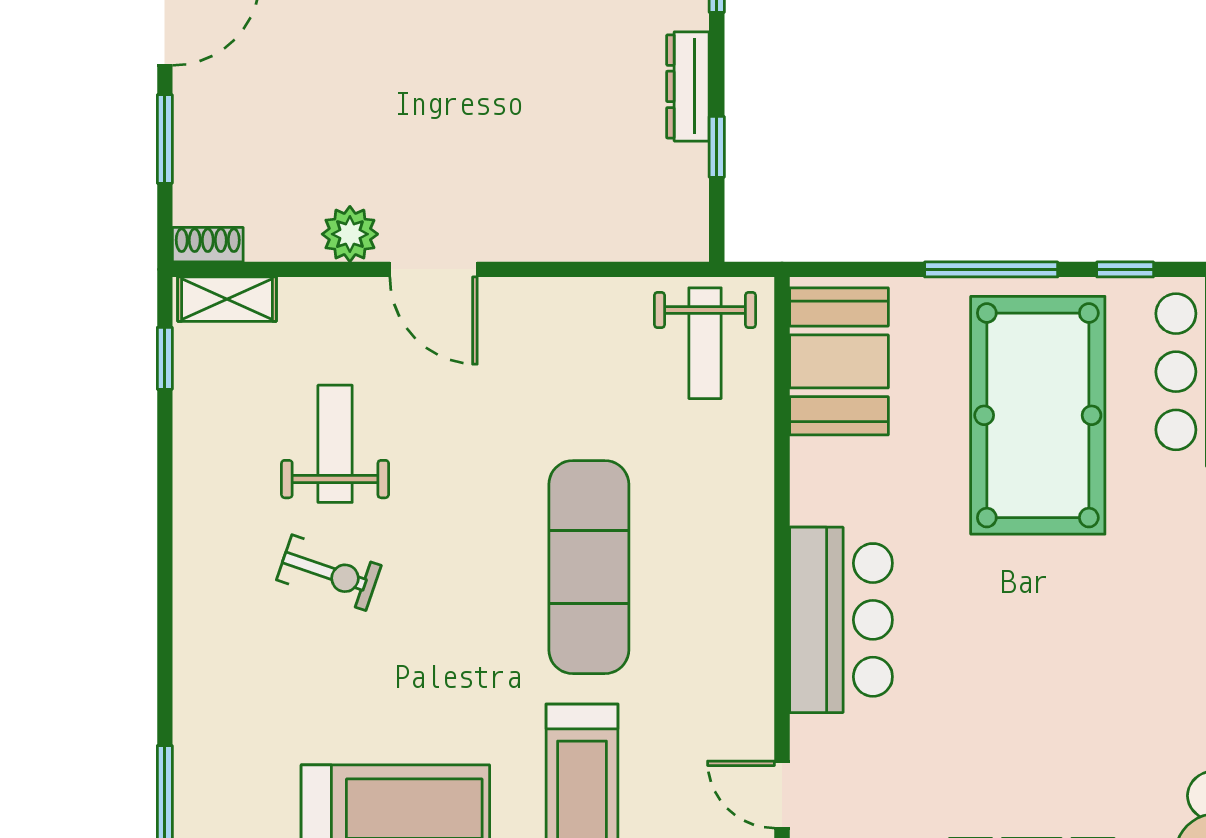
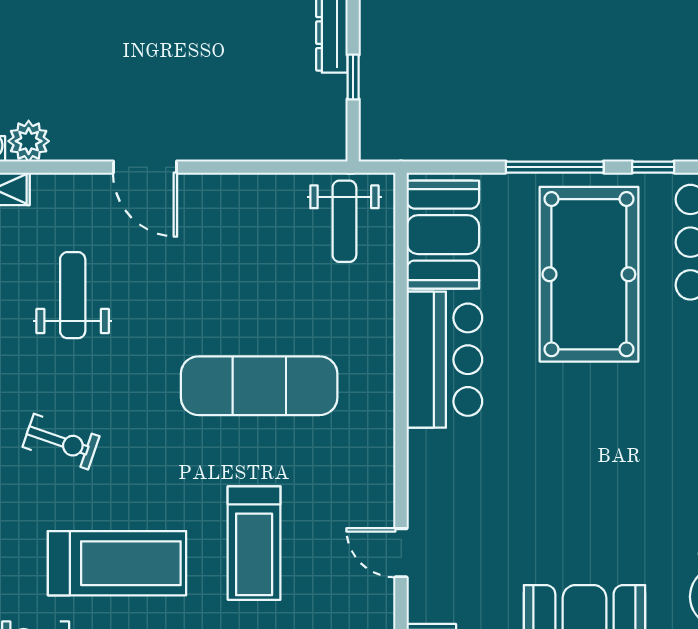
plant: (350, 234) -> (29, 141), moved
exercise mat: (589, 567) -> (259, 386), turned 90
exercise bike: (329, 573) -> (61, 442), moved
bar counter: (841, 620) -> (444, 360), moved

